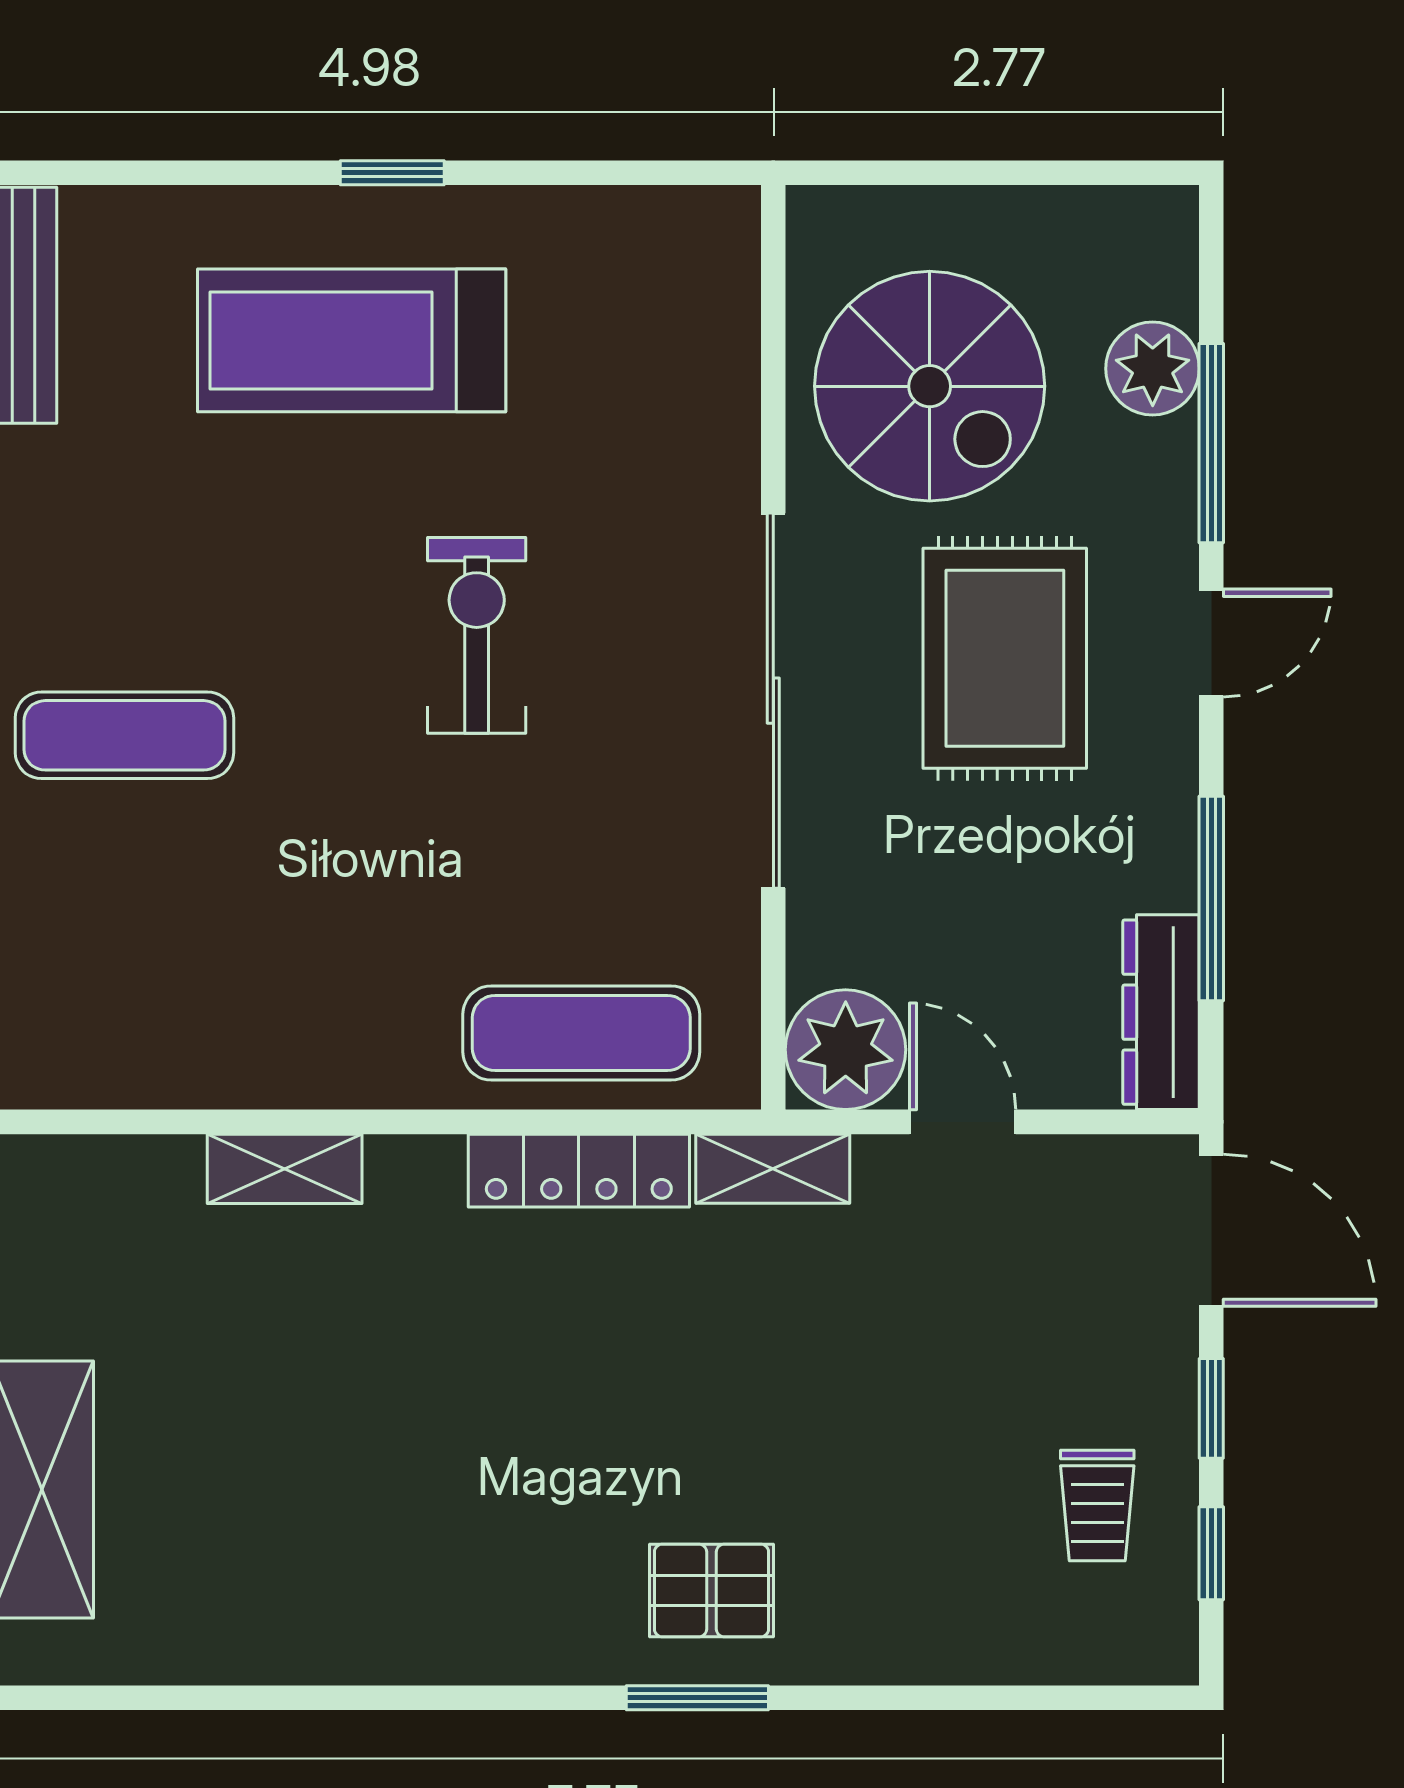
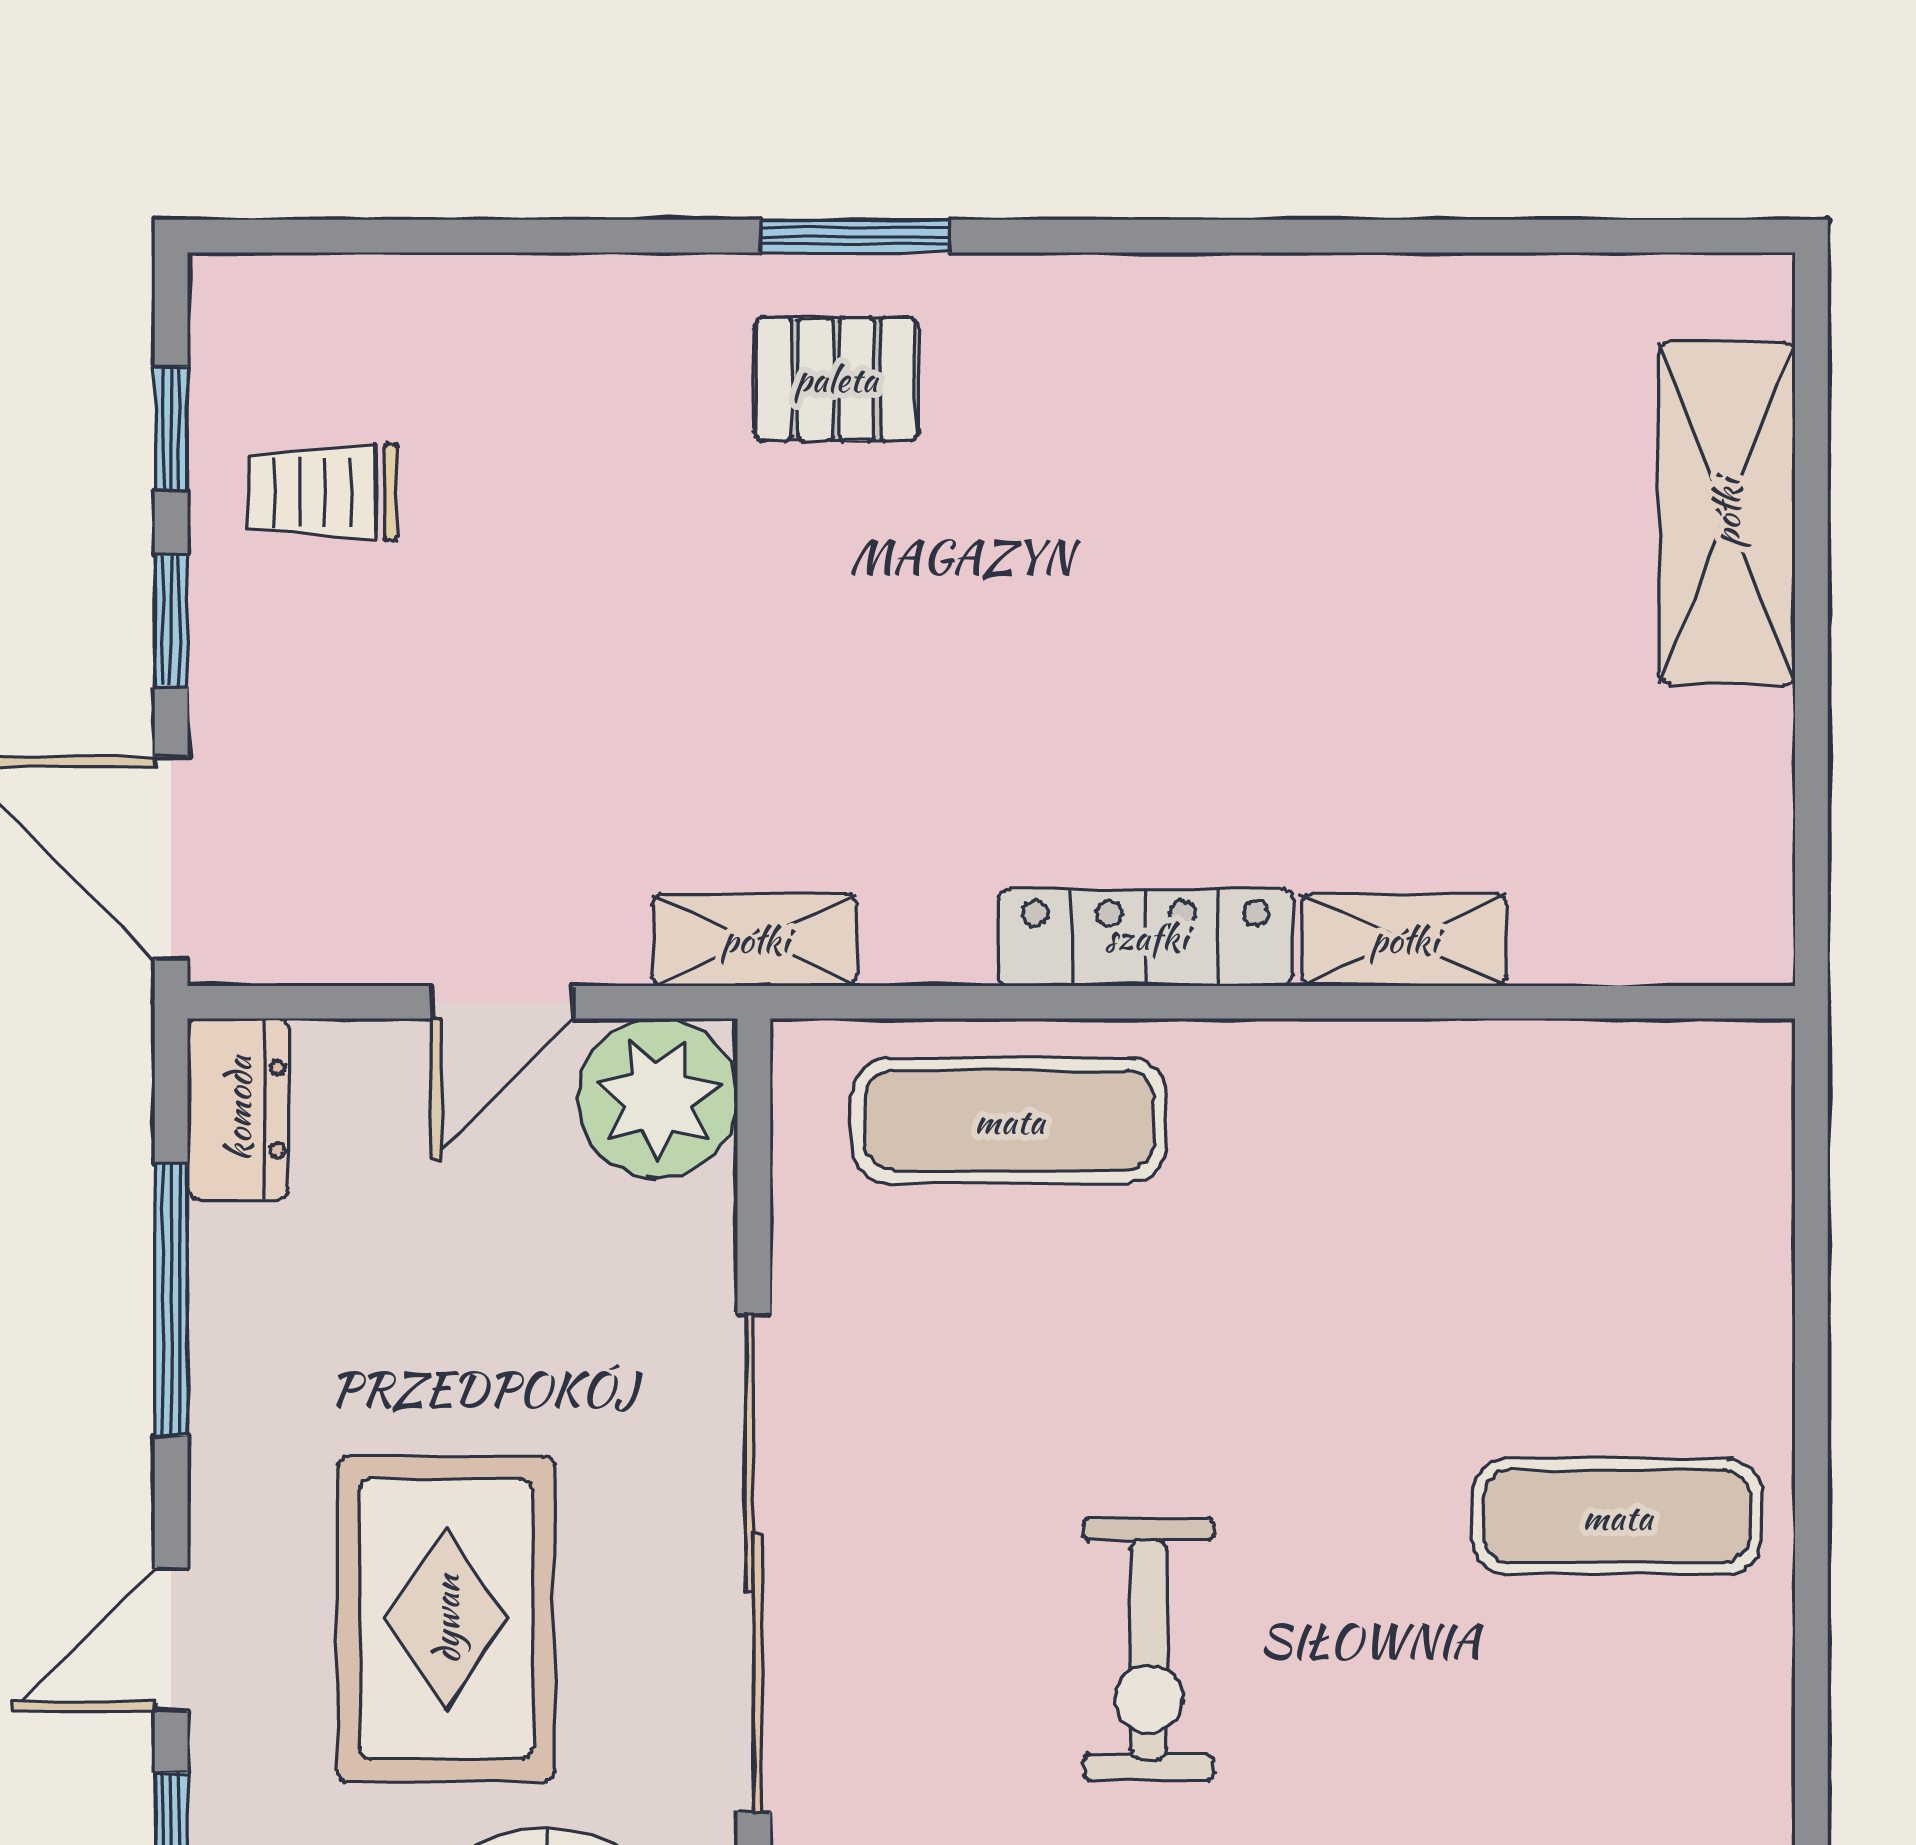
dresser: (1161, 1012) -> (238, 1109), width x0.70
door: (963, 1122) -> (502, 1002), hinge flipped
locker: (579, 1171) -> (1146, 937), moved
trolley: (1097, 1505) -> (323, 492), turned -90

